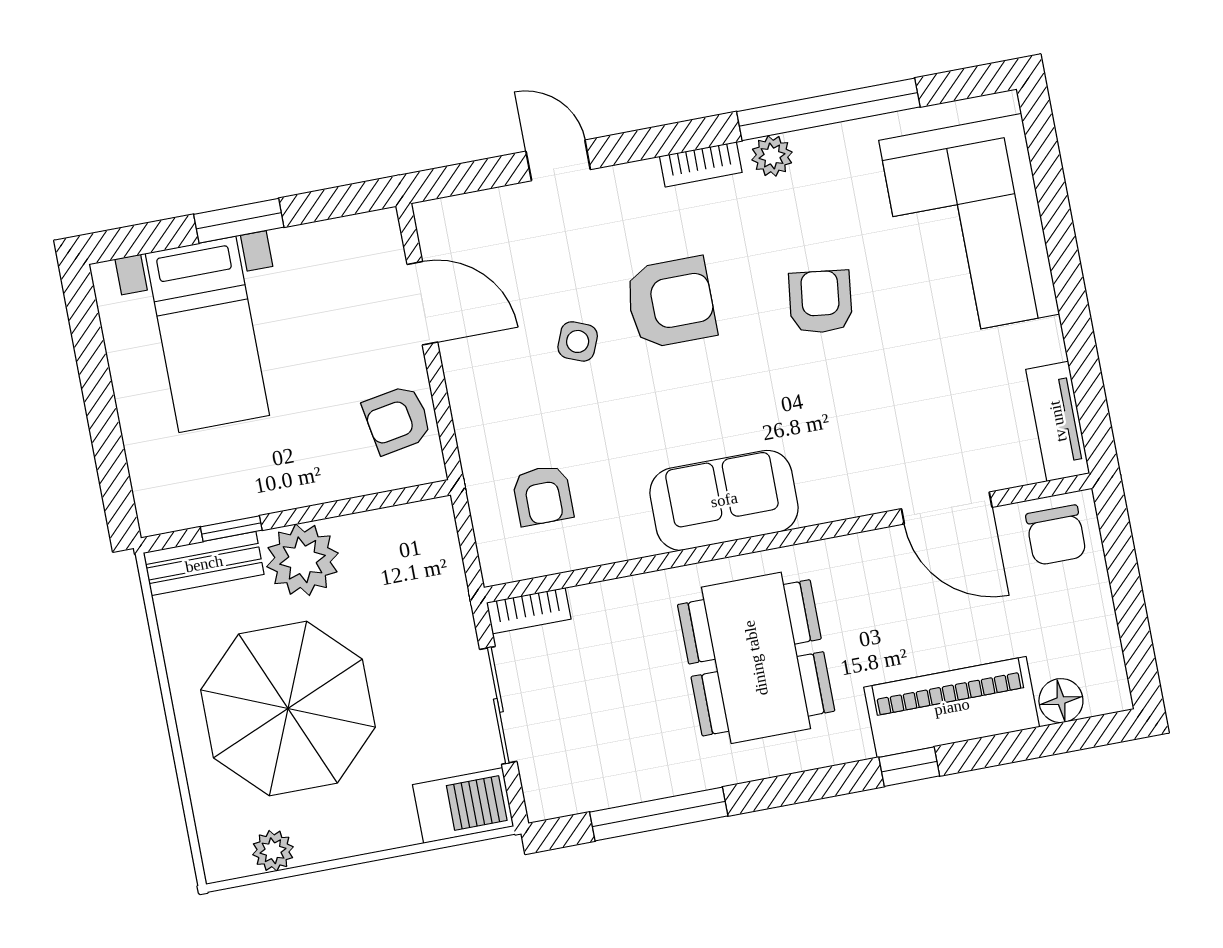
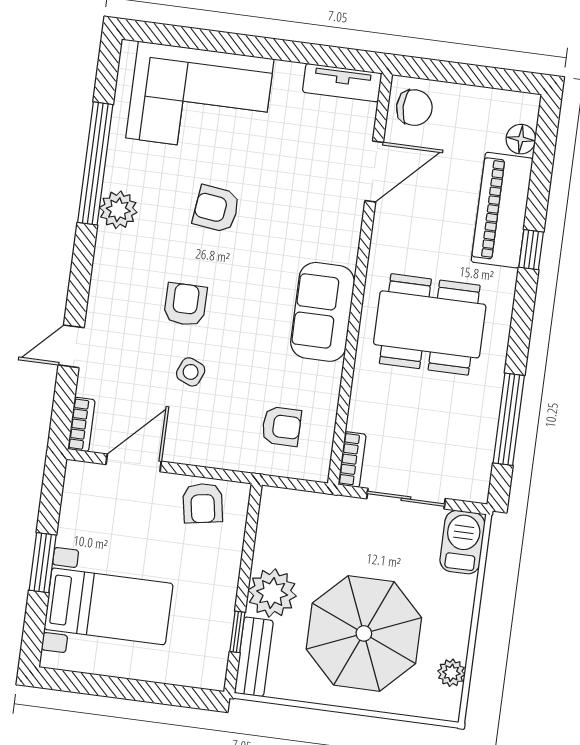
plant: (772, 156) -> (118, 210), width x1.38, depth x1.38
bookcase: (701, 164) -> (81, 424), moved
armchair: (671, 303) -> (185, 304), width x0.72, depth x0.72

